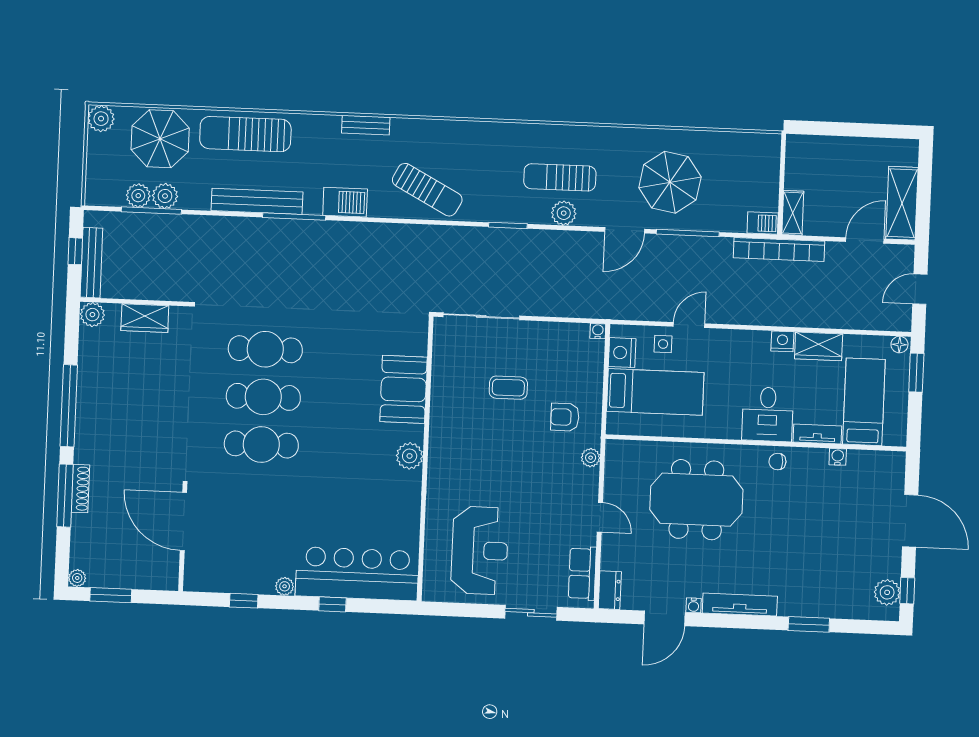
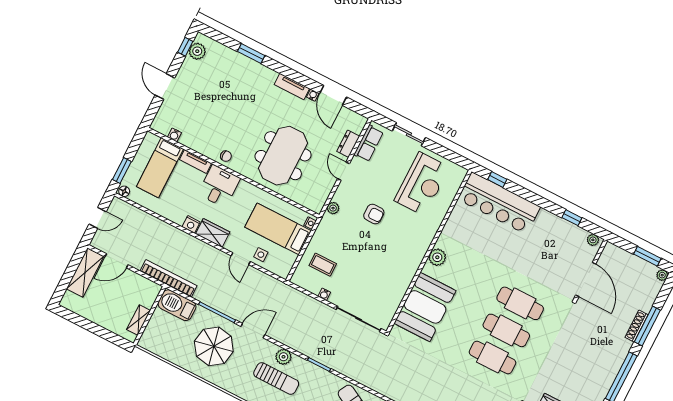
shelving: (793, 213) -> (139, 320), moved
barbecue: (763, 223) -> (177, 305), width x1.88, depth x1.53
door: (689, 325) -> (241, 259), hinge flipped
water cooler: (598, 331) -> (324, 294), moved
wardrobe: (819, 346) -> (213, 233), moved
nightstand: (622, 353) -> (310, 223), moved, width x0.53, depth x0.56
coffee table: (508, 388) -> (323, 265), moved
booth: (404, 389) -> (425, 307), width x1.36, depth x1.42
armchair: (565, 417) -> (374, 214), moved
water cooler: (838, 457) -> (174, 135), moved
meeting table: (696, 500) -> (283, 156), turned 90
door: (910, 521) -> (165, 86), width x0.73
reception desk: (480, 550) -> (422, 184), turned 180
plant: (285, 586) -> (593, 240), moved
dresser: (610, 590) -> (348, 144), moved
window: (332, 604) -> (497, 179), moved
tv unit: (740, 605) -> (292, 86), width x0.71
door: (665, 618) -> (333, 95), swing flipped

